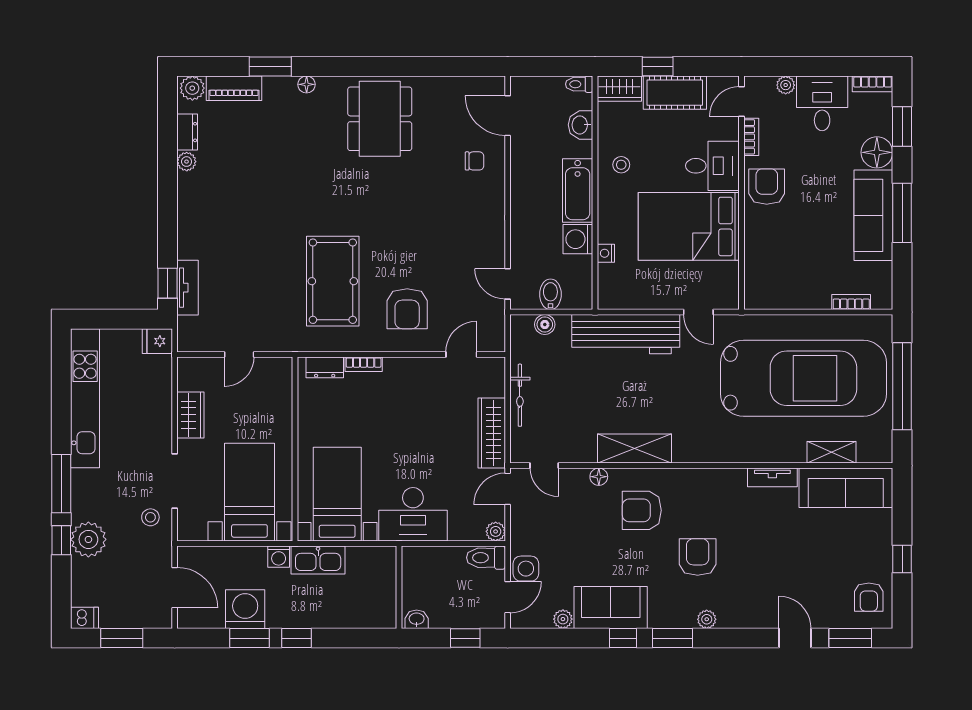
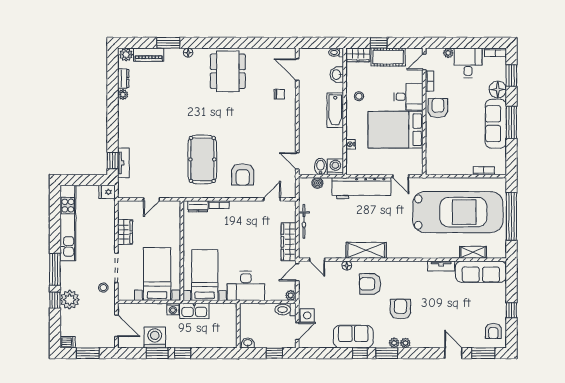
washing machine: (578, 239) -> (335, 167), moved, turned 90
plant: (563, 619) -> (394, 343), moved

